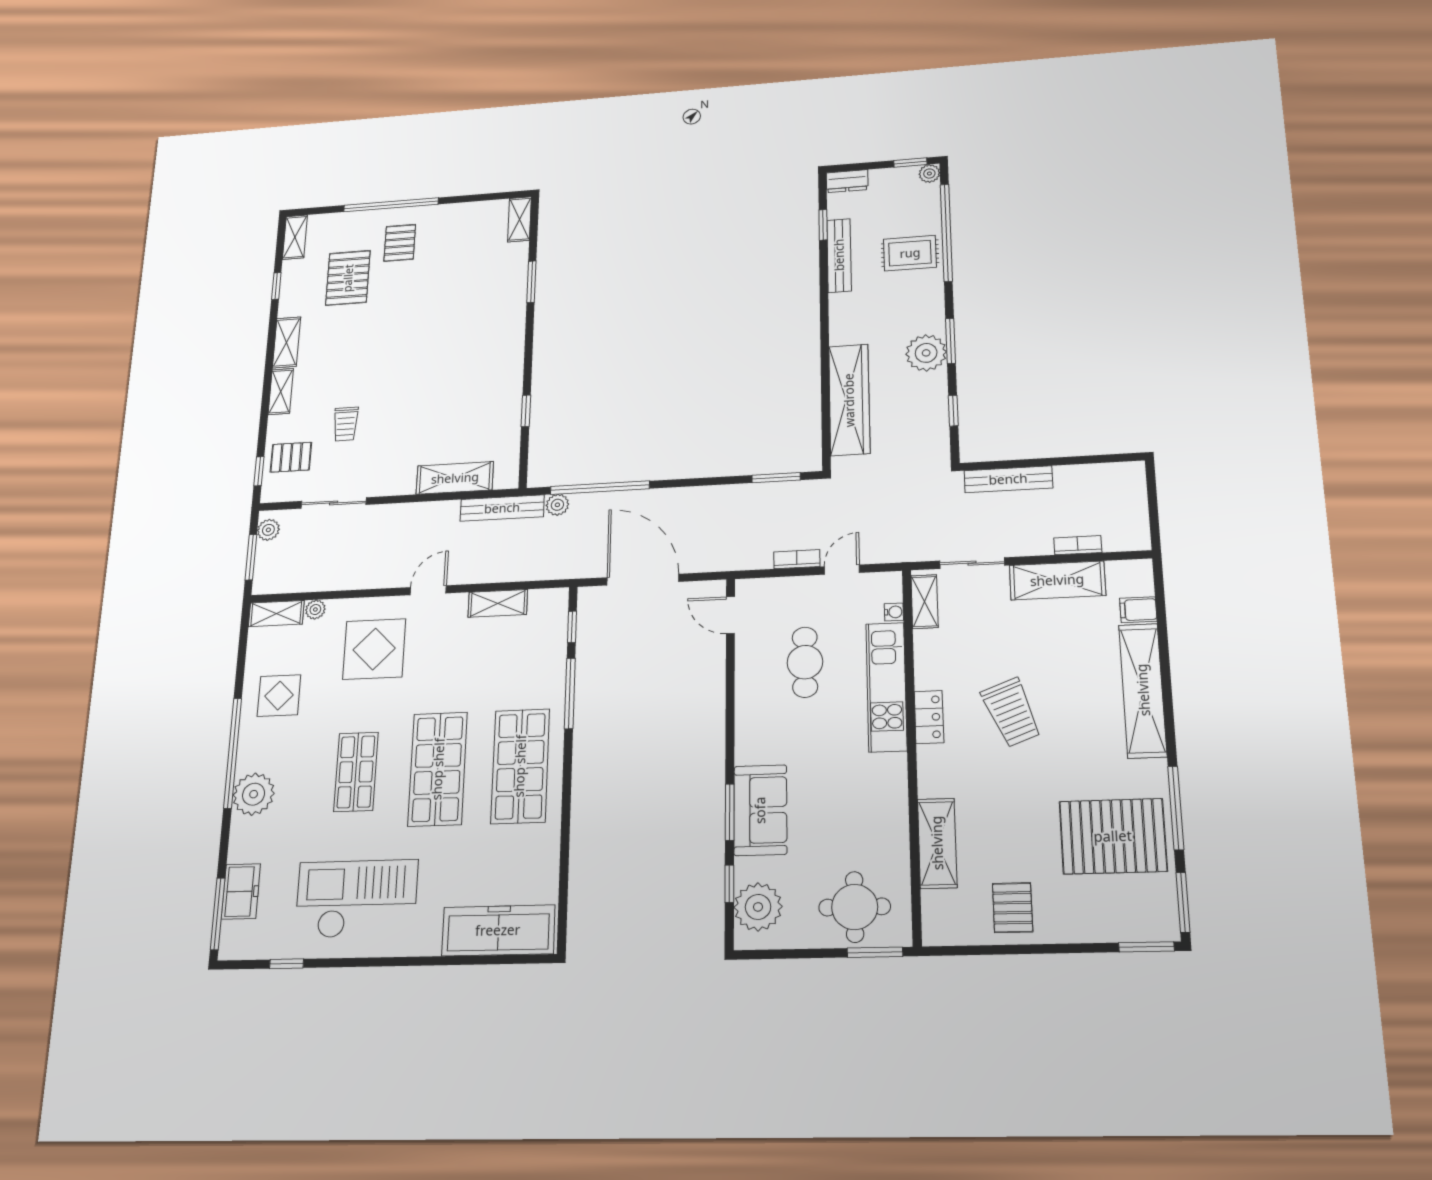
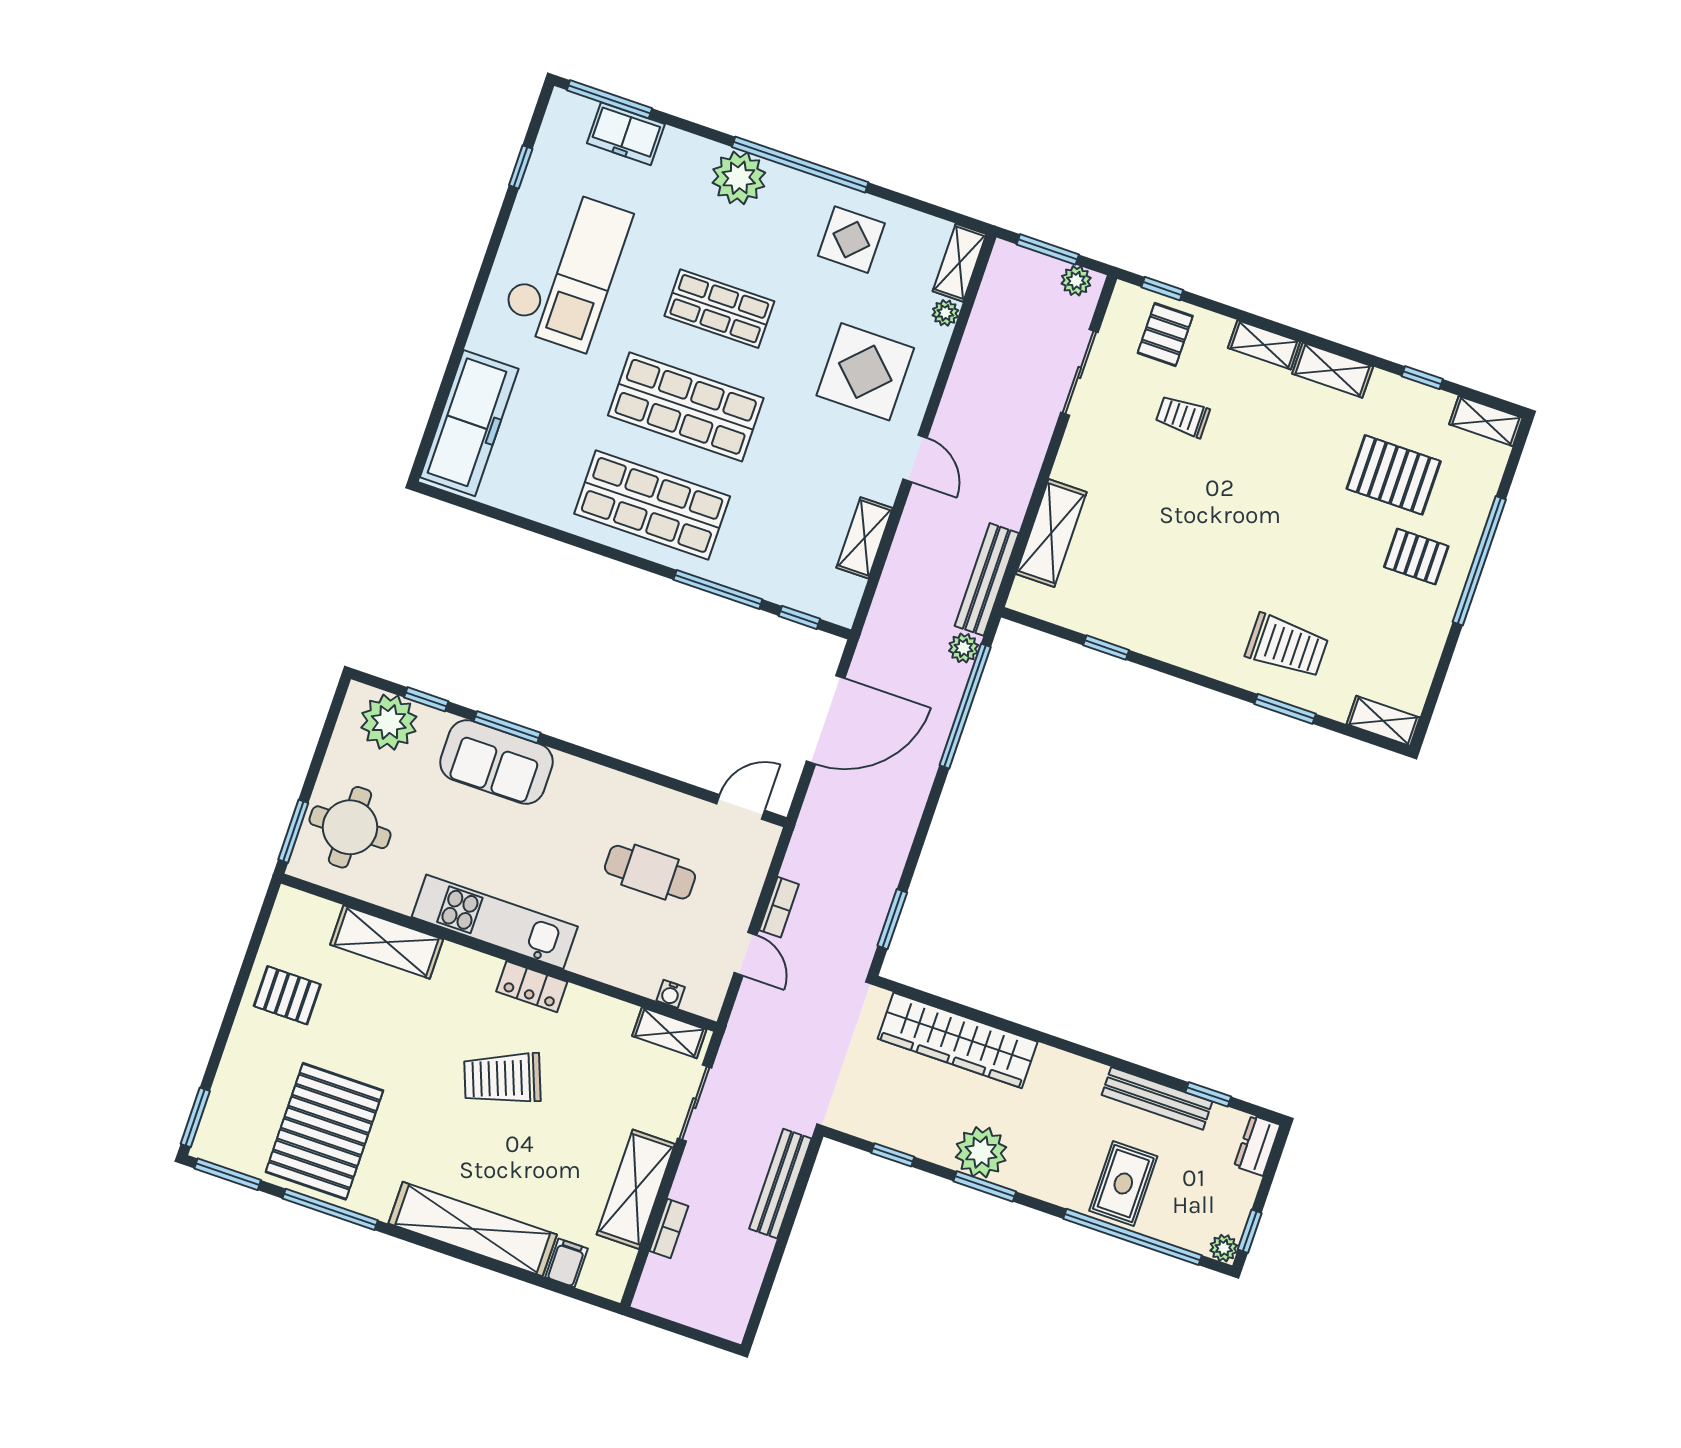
trolley: (487, 297) -> (1287, 646), added
kitchen unit: (886, 687) -> (495, 922), moved

